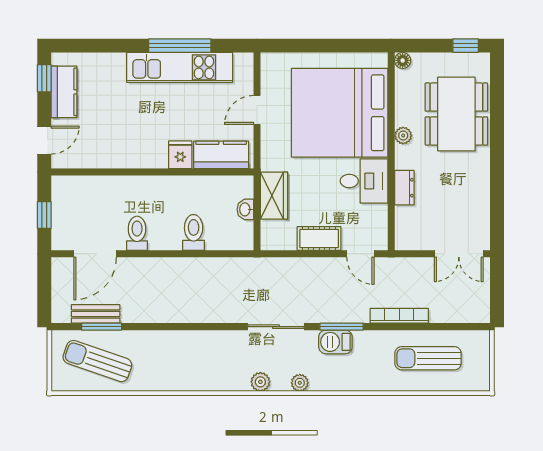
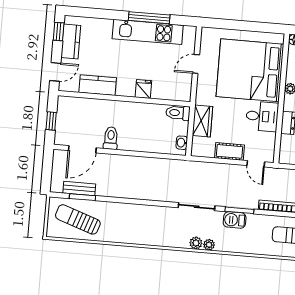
kitchen counter: (221, 155) -> (98, 85), moved
washbasin: (245, 209) -> (182, 143), moved
toilet: (194, 232) -> (178, 113), moved, turned -90
plant: (260, 382) -> (196, 243), moved

